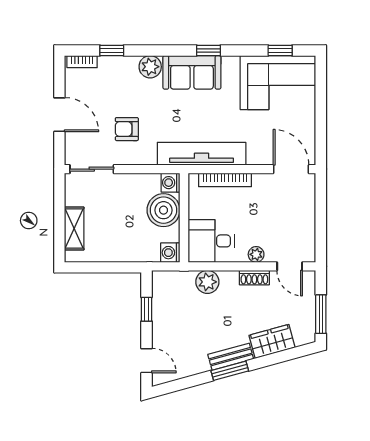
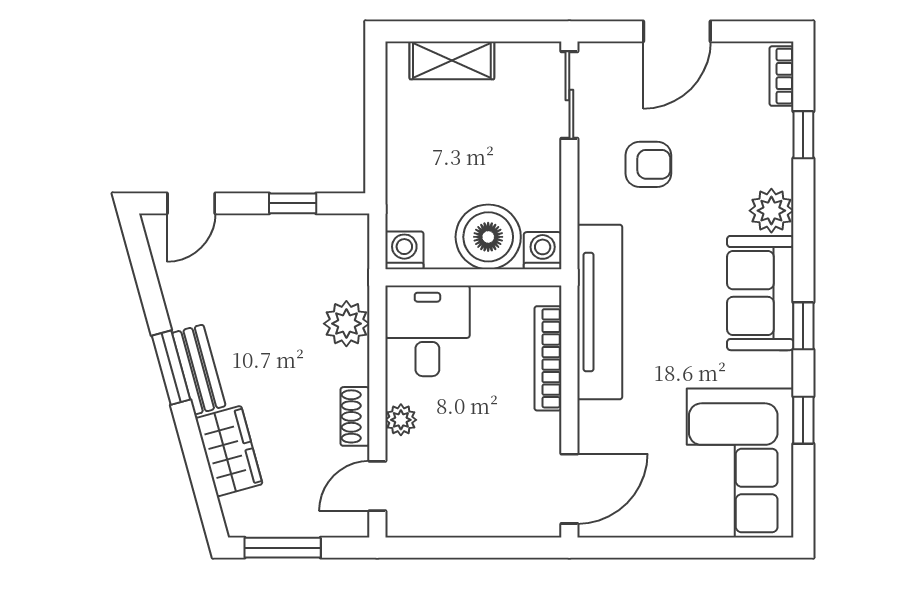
window: (280, 51) -> (803, 420), moved
armchair: (127, 129) -> (648, 164), turned 90

